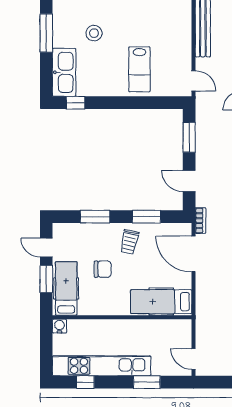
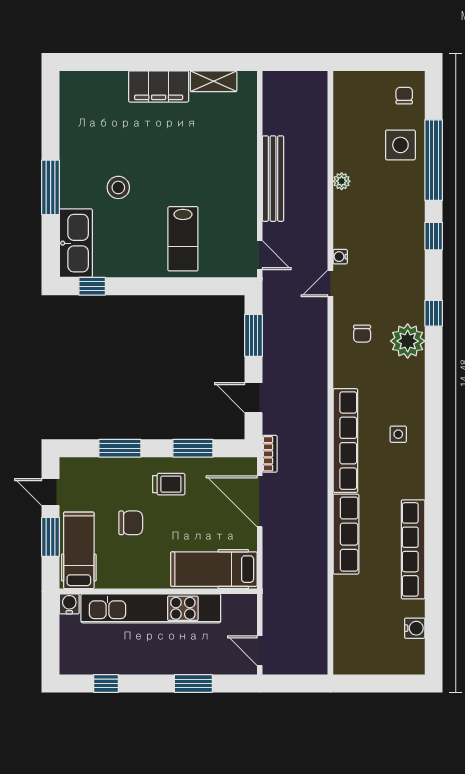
trolley: (129, 242) -> (169, 484), turned -102
kitchen unit: (102, 366) -> (151, 608), moved, turned 180

